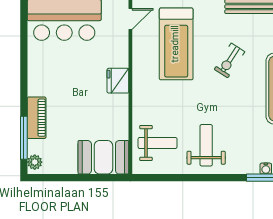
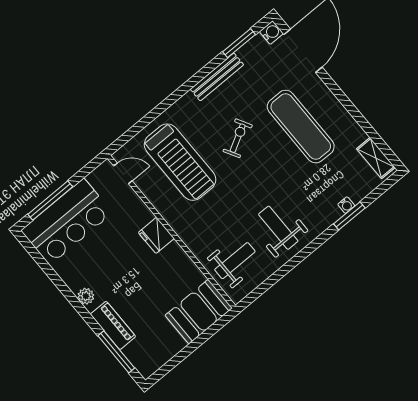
door: (130, 19) -> (123, 173), hinge flipped
exercise bike: (229, 60) -> (238, 138), turned -152
plant: (35, 162) -> (86, 296), moved

